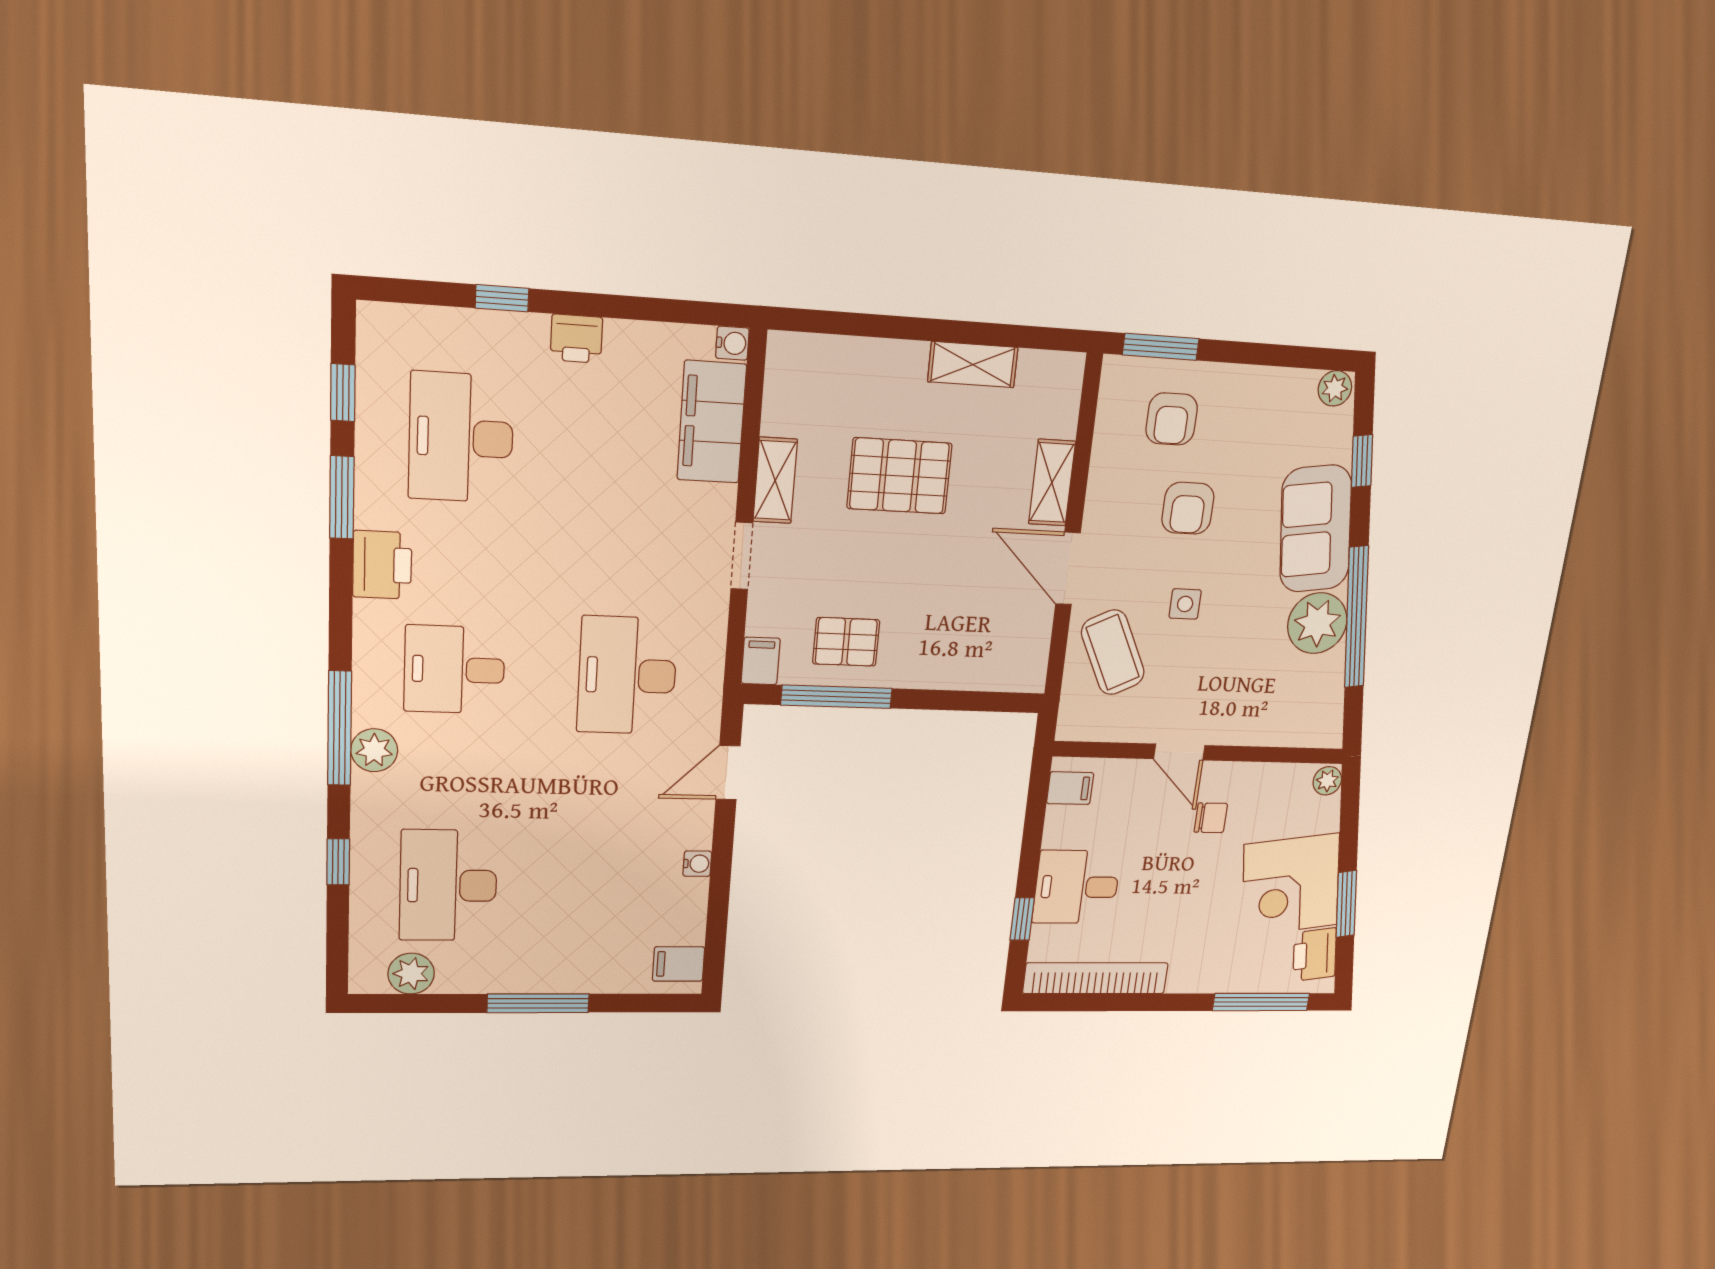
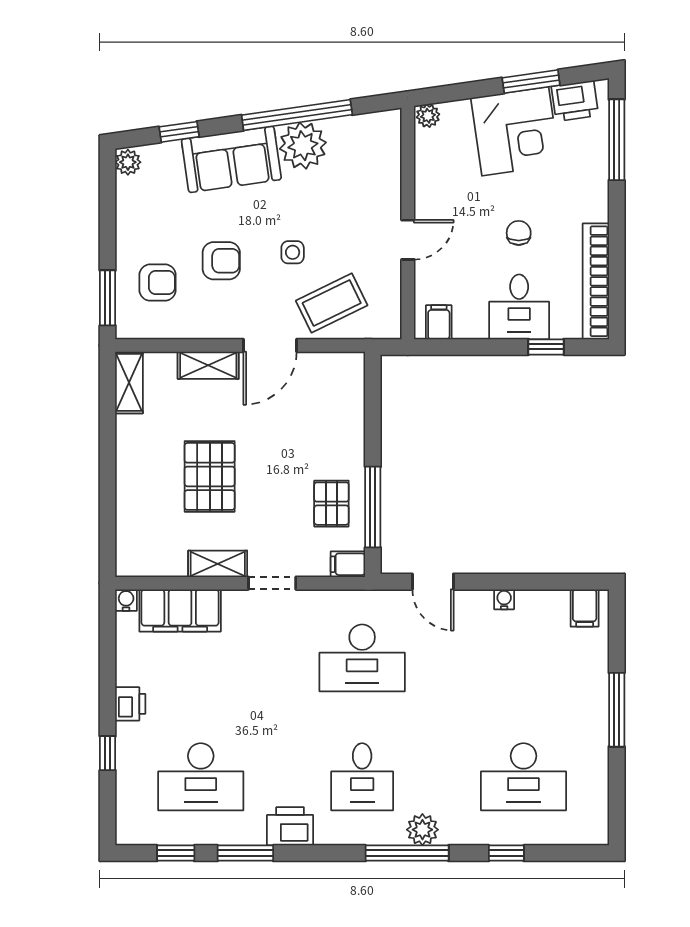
shelving: (973, 365) -> (129, 382), moved
chair: (1211, 818) -> (519, 233), moved
plant: (411, 974) -> (593, 801), removed

